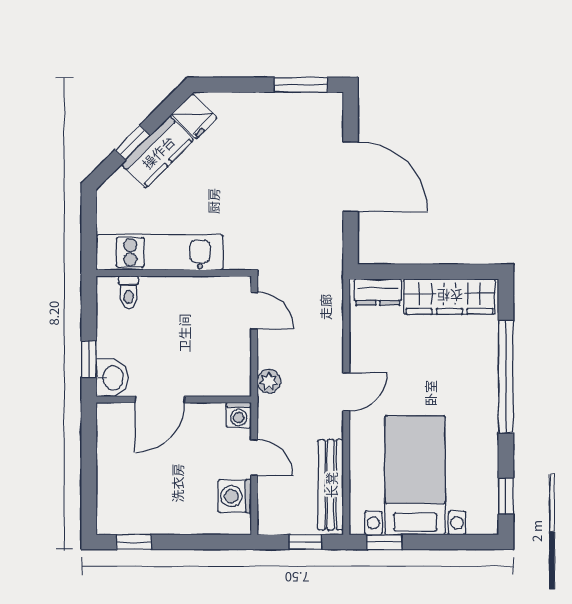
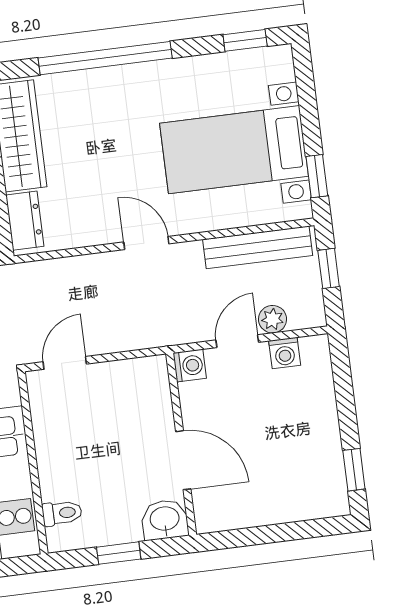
window: (89, 359) -> (119, 553), moved
plant: (269, 381) -> (273, 319), moved
washing machine: (235, 496) -> (285, 353), width x0.73, depth x0.73

